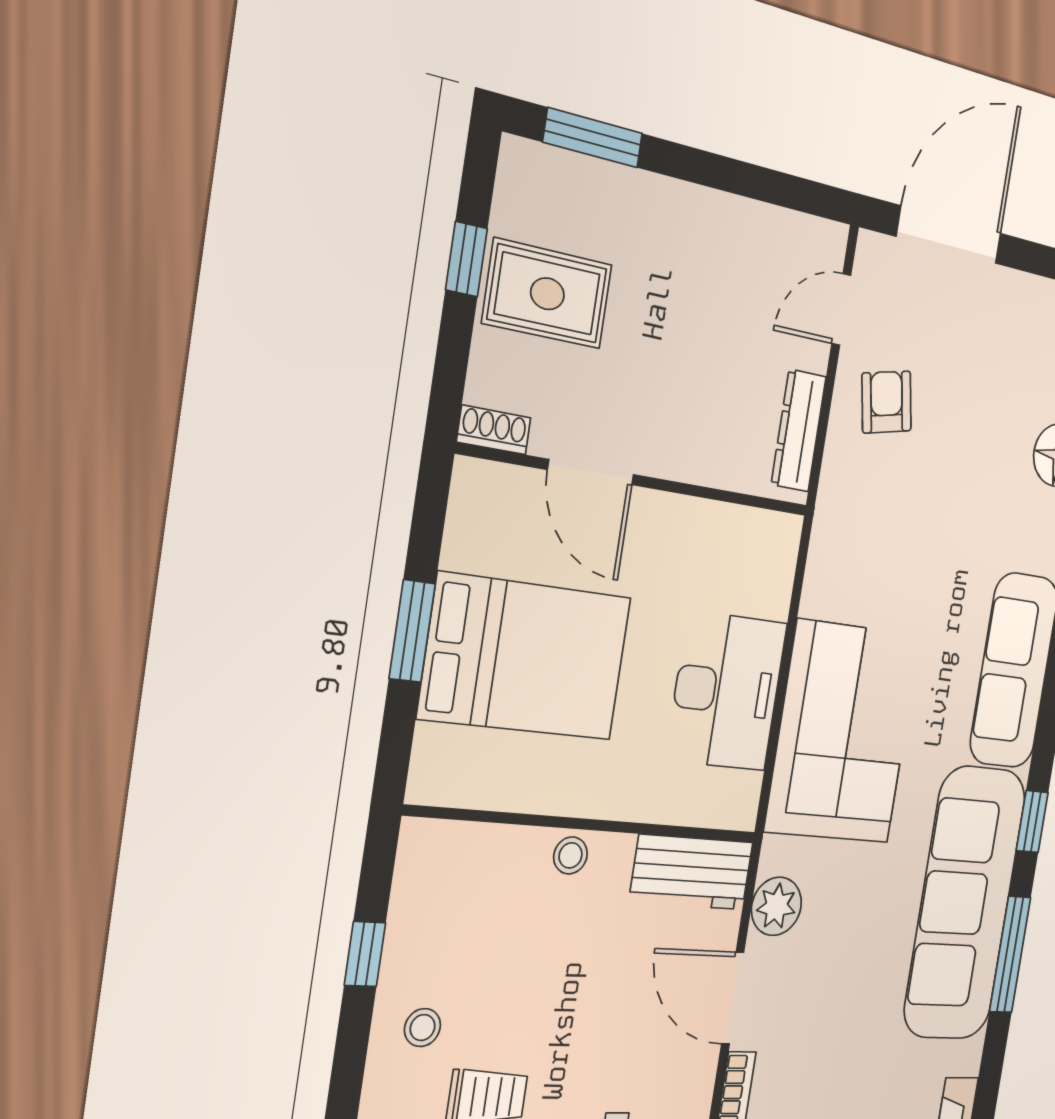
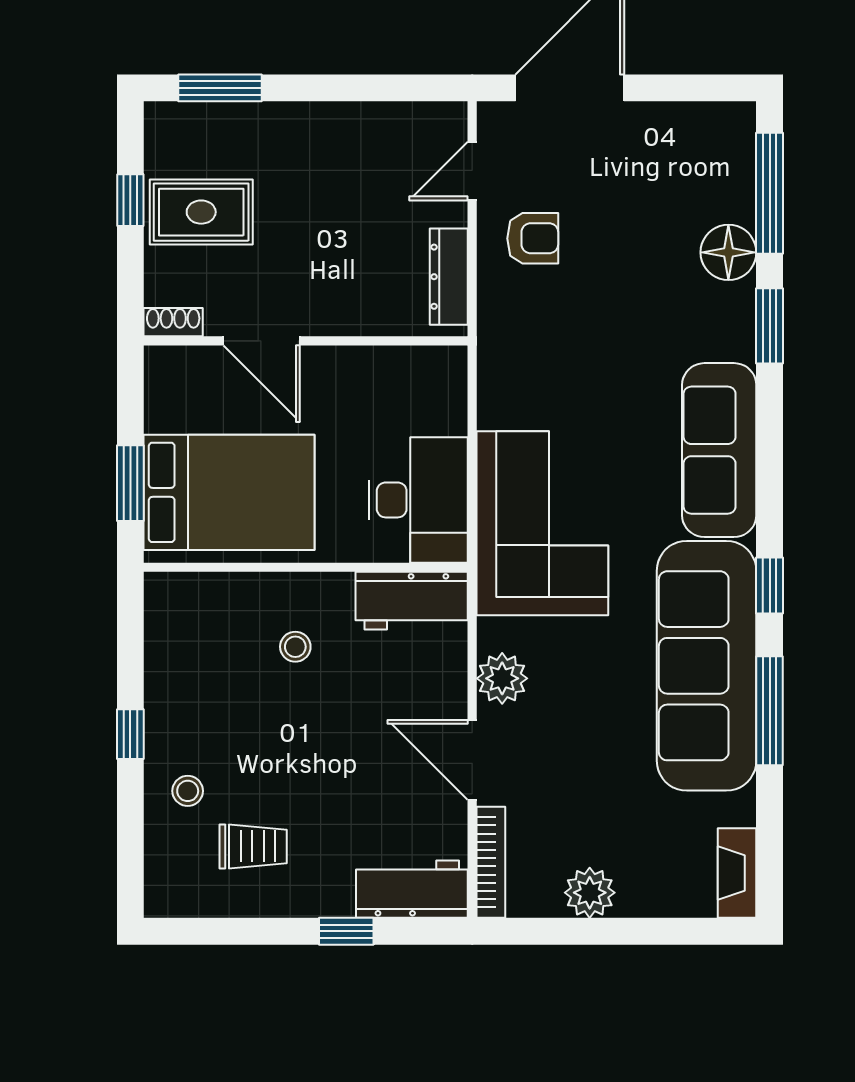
armchair: (887, 402) -> (533, 238), turned 102
wall: (587, 824) -> (306, 567), moved
workbench: (691, 872) -> (412, 601), moved

